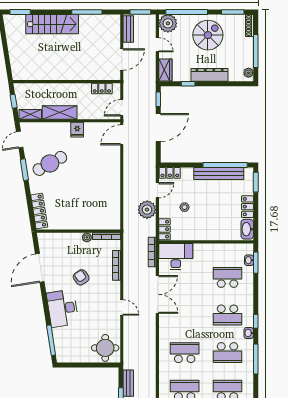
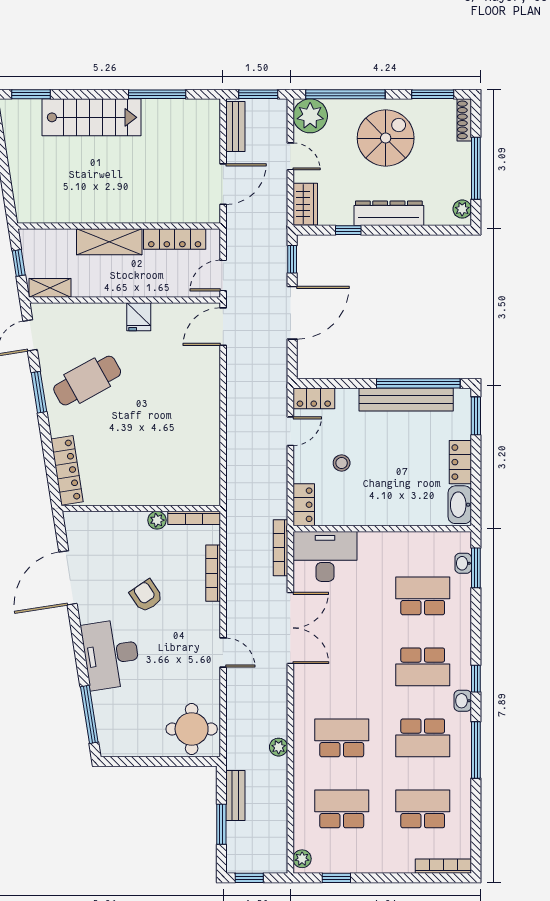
locker: (102, 89) -> (175, 239), width x1.53
shelving: (60, 112) -> (109, 242), moved
plant: (147, 210) -> (279, 747), moved, width x0.53, depth x0.53

